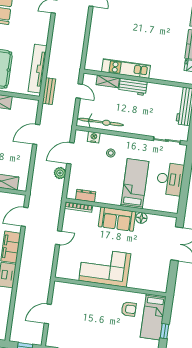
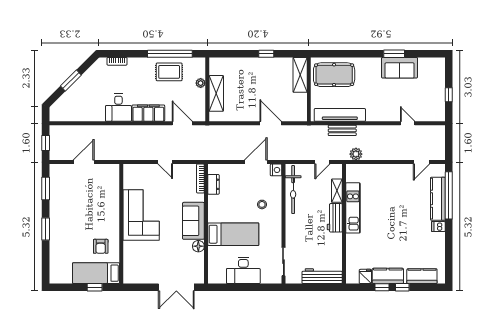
bench: (49, 91) -> (342, 130), moved
nightstand: (94, 137) -> (276, 170), moved
door: (70, 153) -> (256, 162), hinge flipped
plant: (60, 173) -> (356, 154), moved
door: (48, 314) -> (84, 162), hinge flipped
window: (165, 331) -> (95, 287), moved

